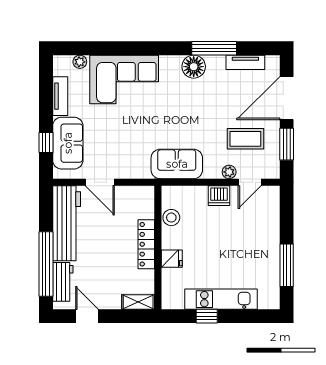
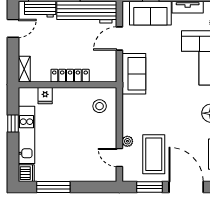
coffee table: (245, 139) -> (154, 154), width x1.36, depth x1.32
sofa: (177, 164) -> (134, 74), moved
dishwasher: (219, 196) -> (26, 173), moved, turned 180
stool: (171, 218) -> (100, 106), moved
fridge: (172, 259) -> (45, 96), moved

